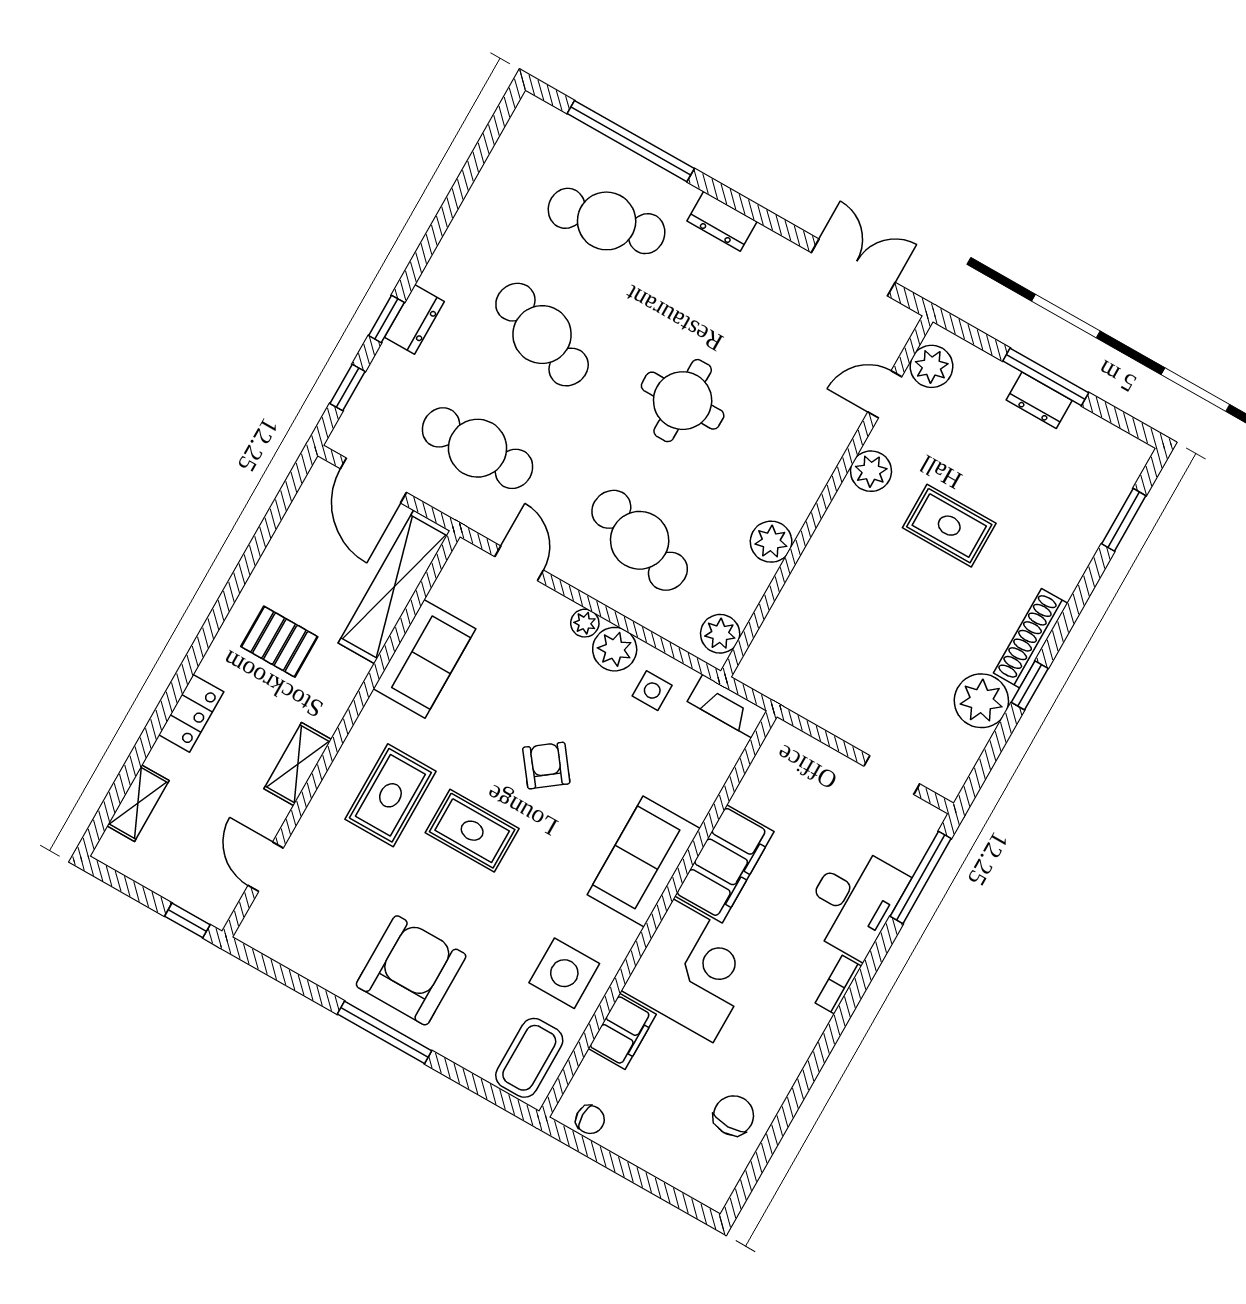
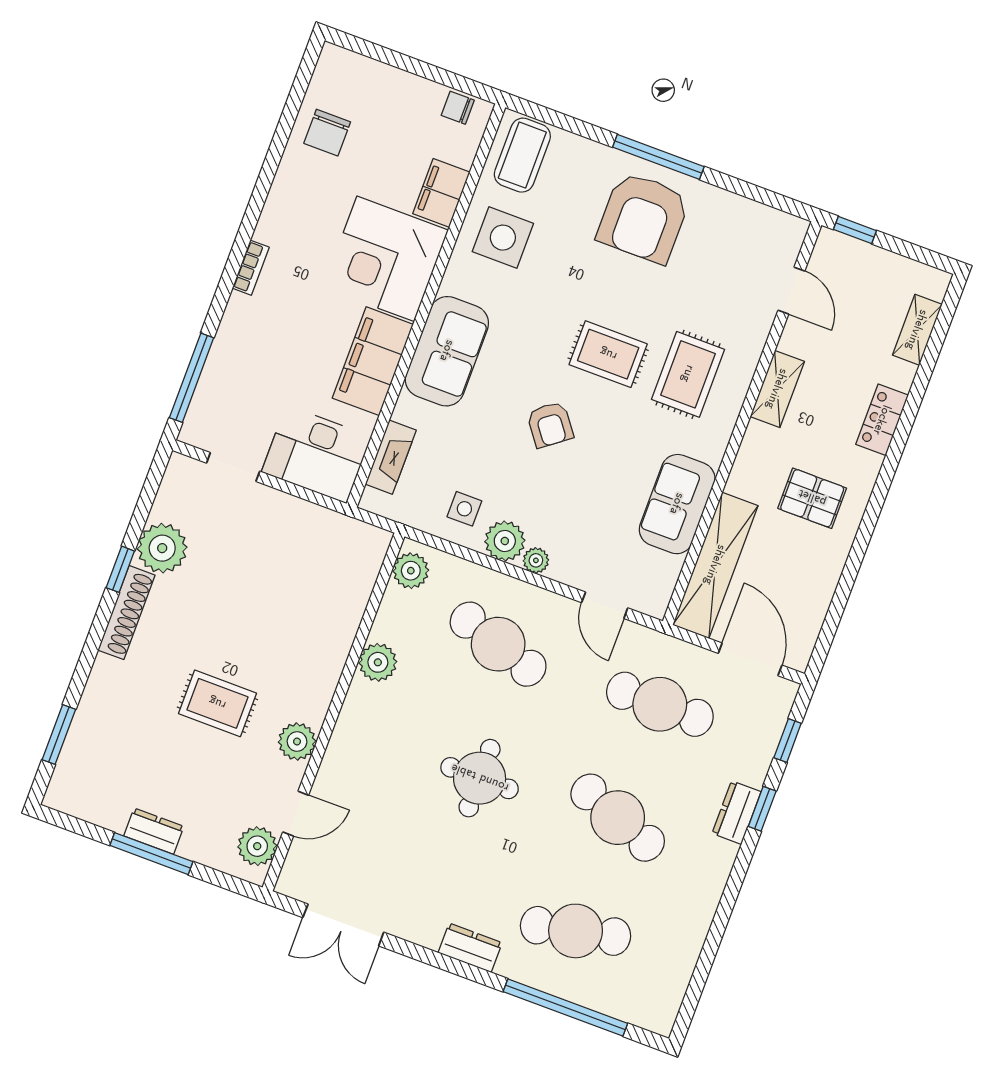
fireplace: (727, 706) -> (391, 457), moved, turned 90
desk: (854, 901) -> (316, 454), moved, turned -90

